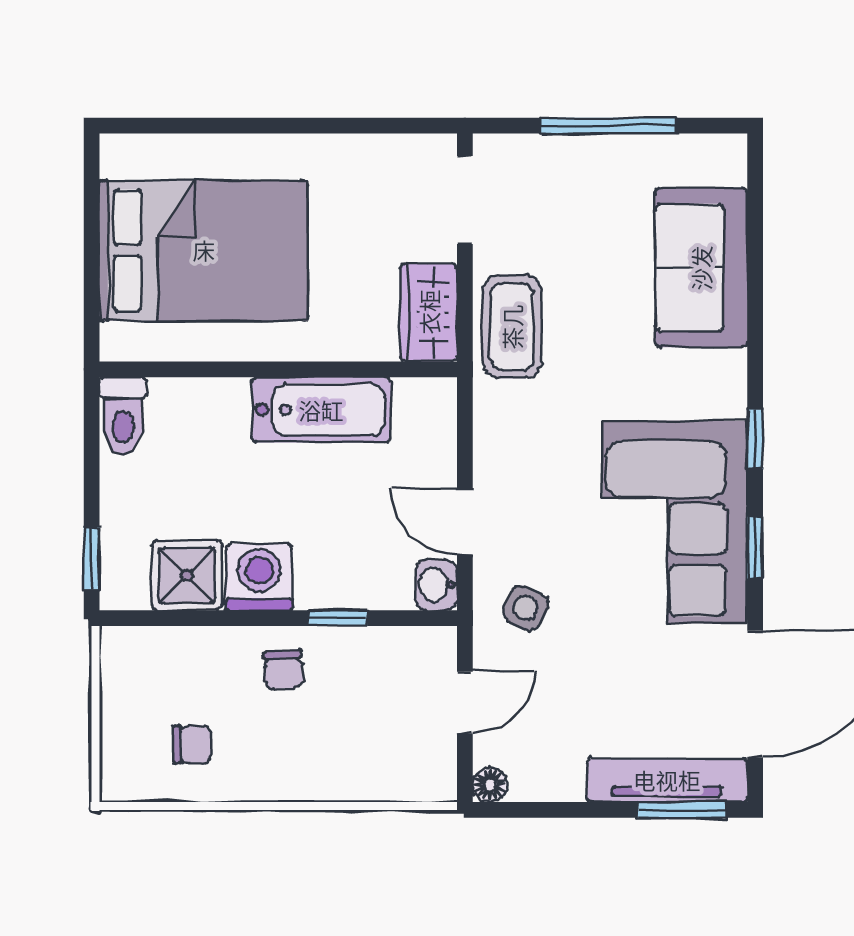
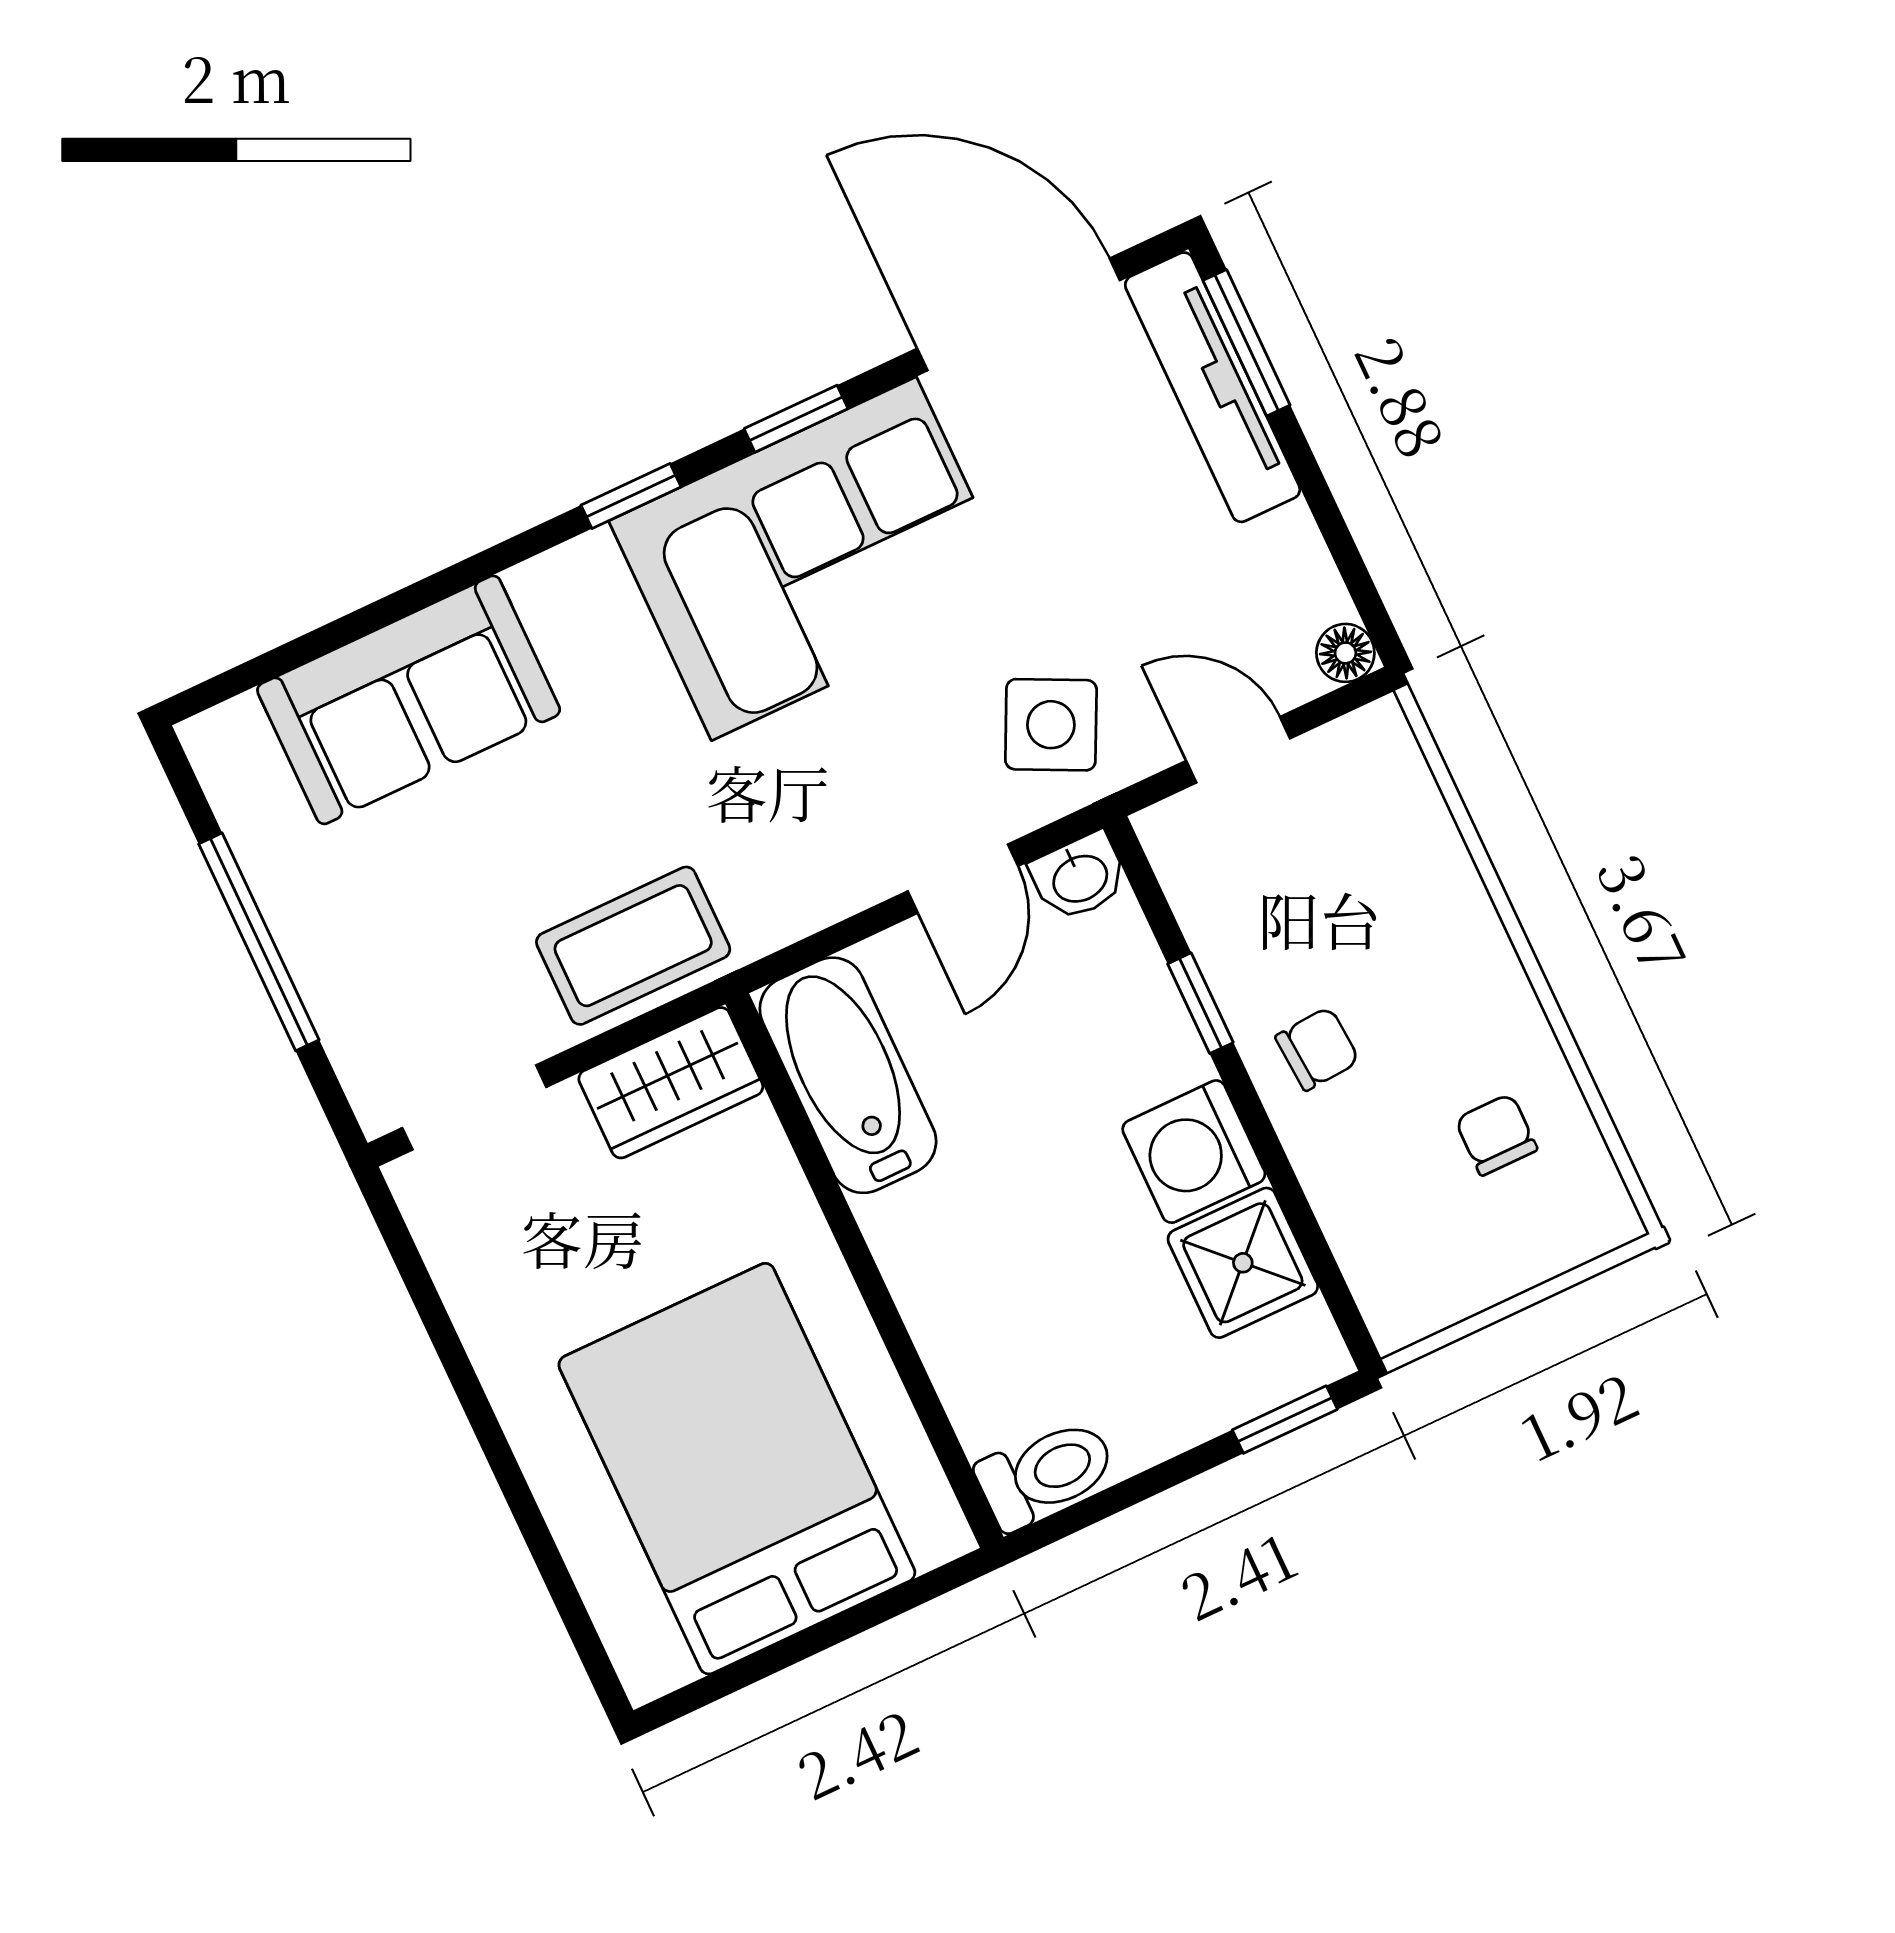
bathtub: (321, 410) -> (848, 1075), moved
side table: (526, 608) -> (1051, 725), width x1.37, depth x1.37

